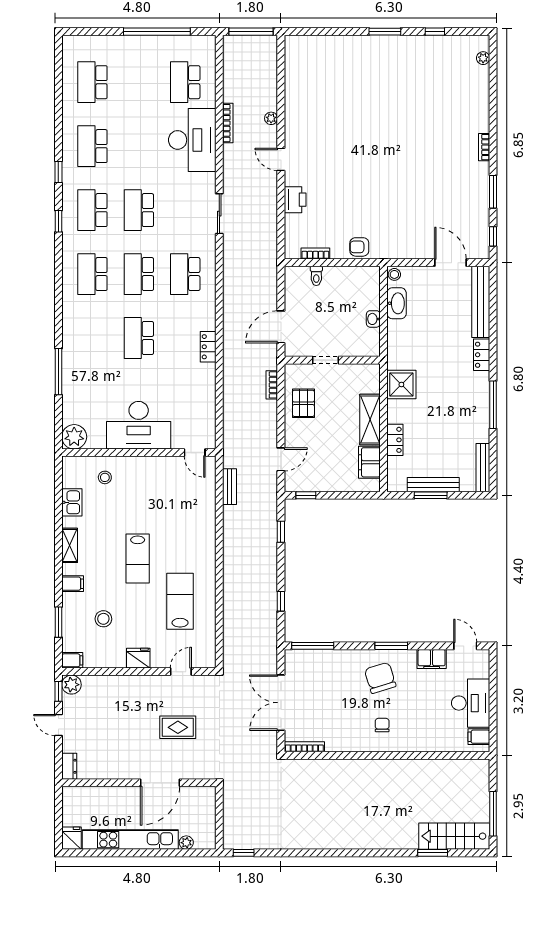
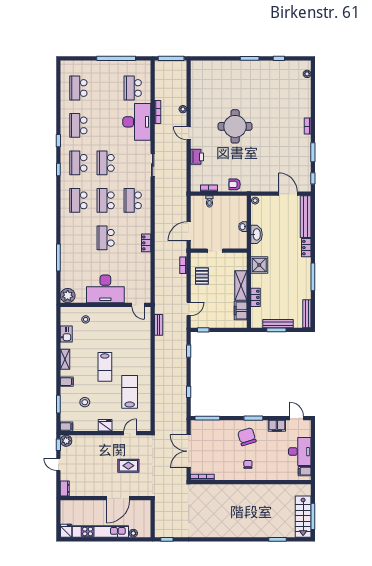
round table: (360, 148) -> (235, 126), added
washbasin: (397, 303) -> (256, 234), moved
stairs: (454, 836) -> (303, 517), moved, turned -90

